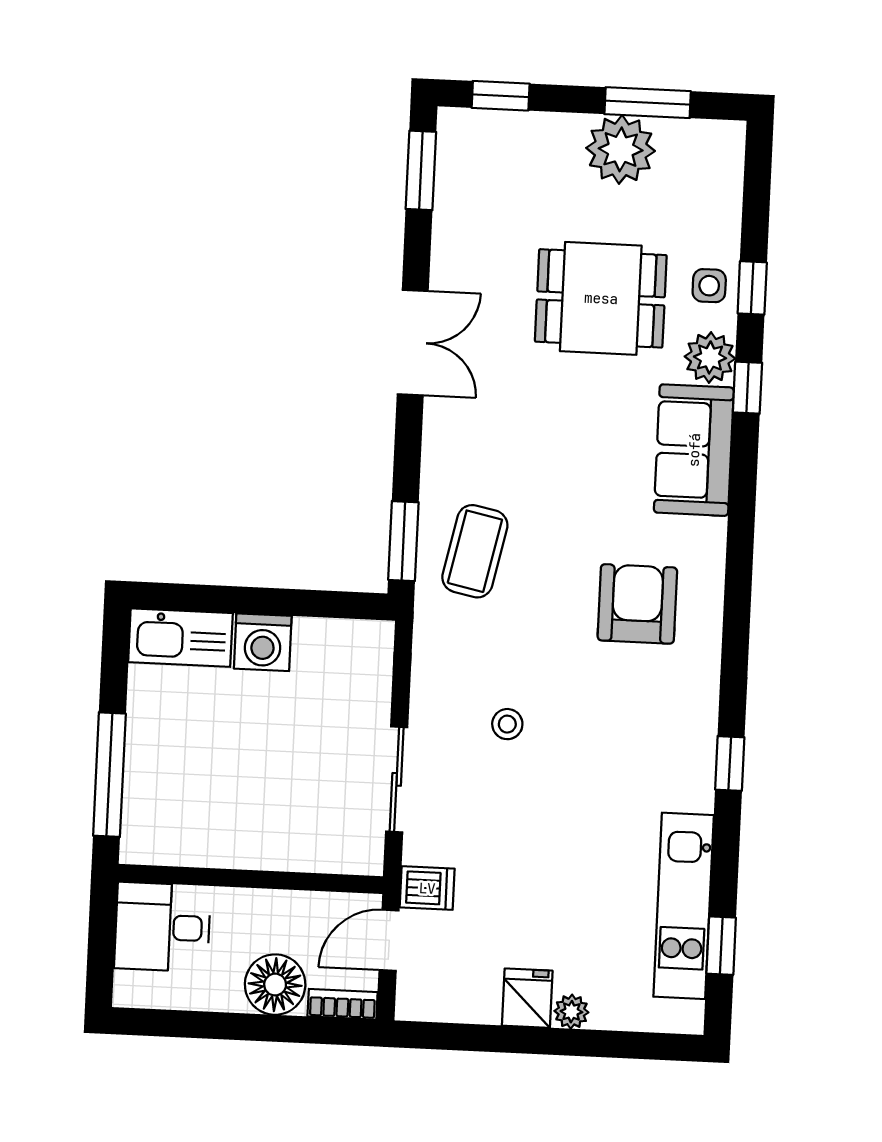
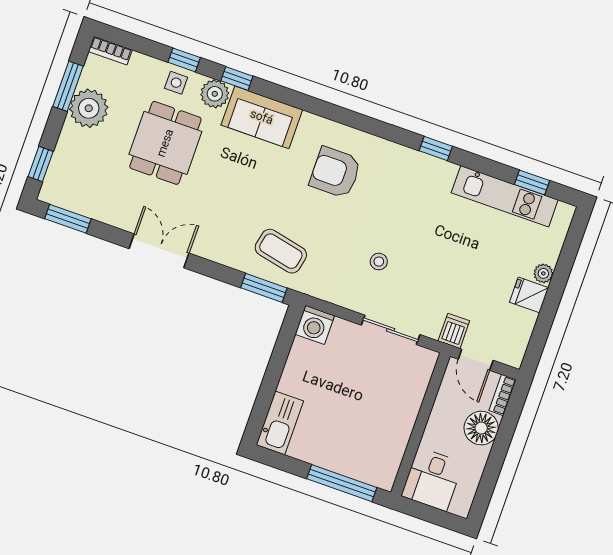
bookcase: (730, 157) -> (110, 51), added
washing machine: (263, 642) -> (315, 325), moved, turned 90

